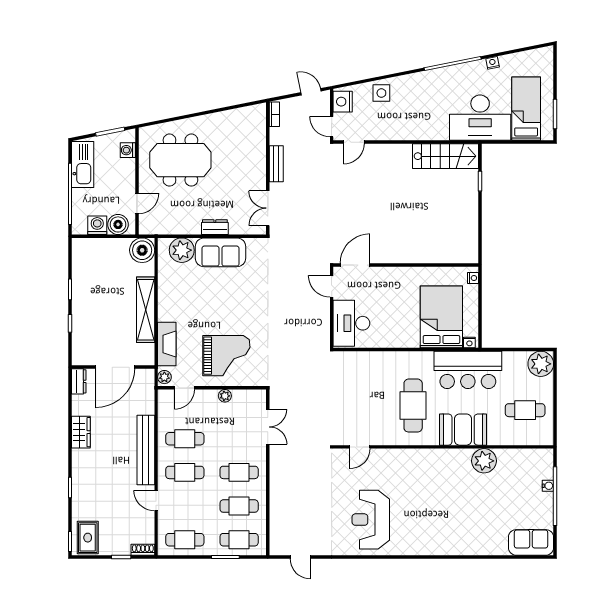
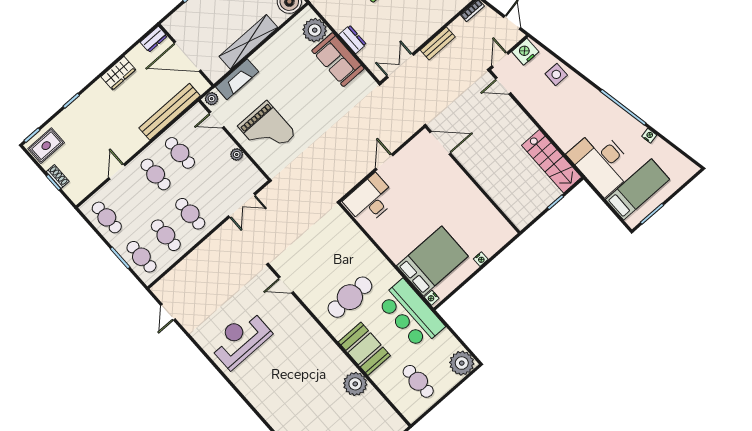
door: (355, 265) -> (440, 143), moved
wall: (406, 265) -> (473, 180), moved
bench: (146, 450) -> (170, 112), moved
shoe rack: (143, 550) -> (58, 176), moved

